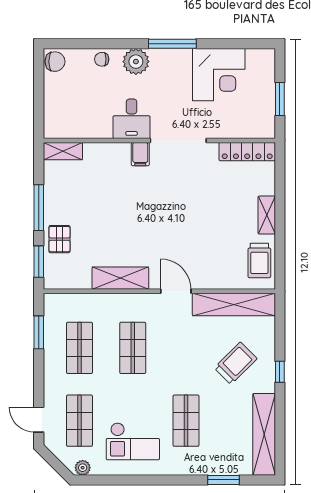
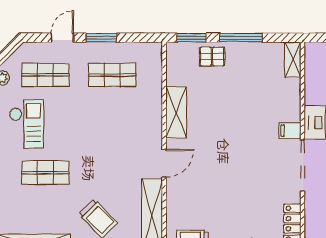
window: (39, 332) -> (101, 38), moved
shop shelf: (133, 348) -> (112, 124), removed
door: (39, 420) -> (62, 38), moved
checkout: (133, 441) -> (27, 124), turned 180

